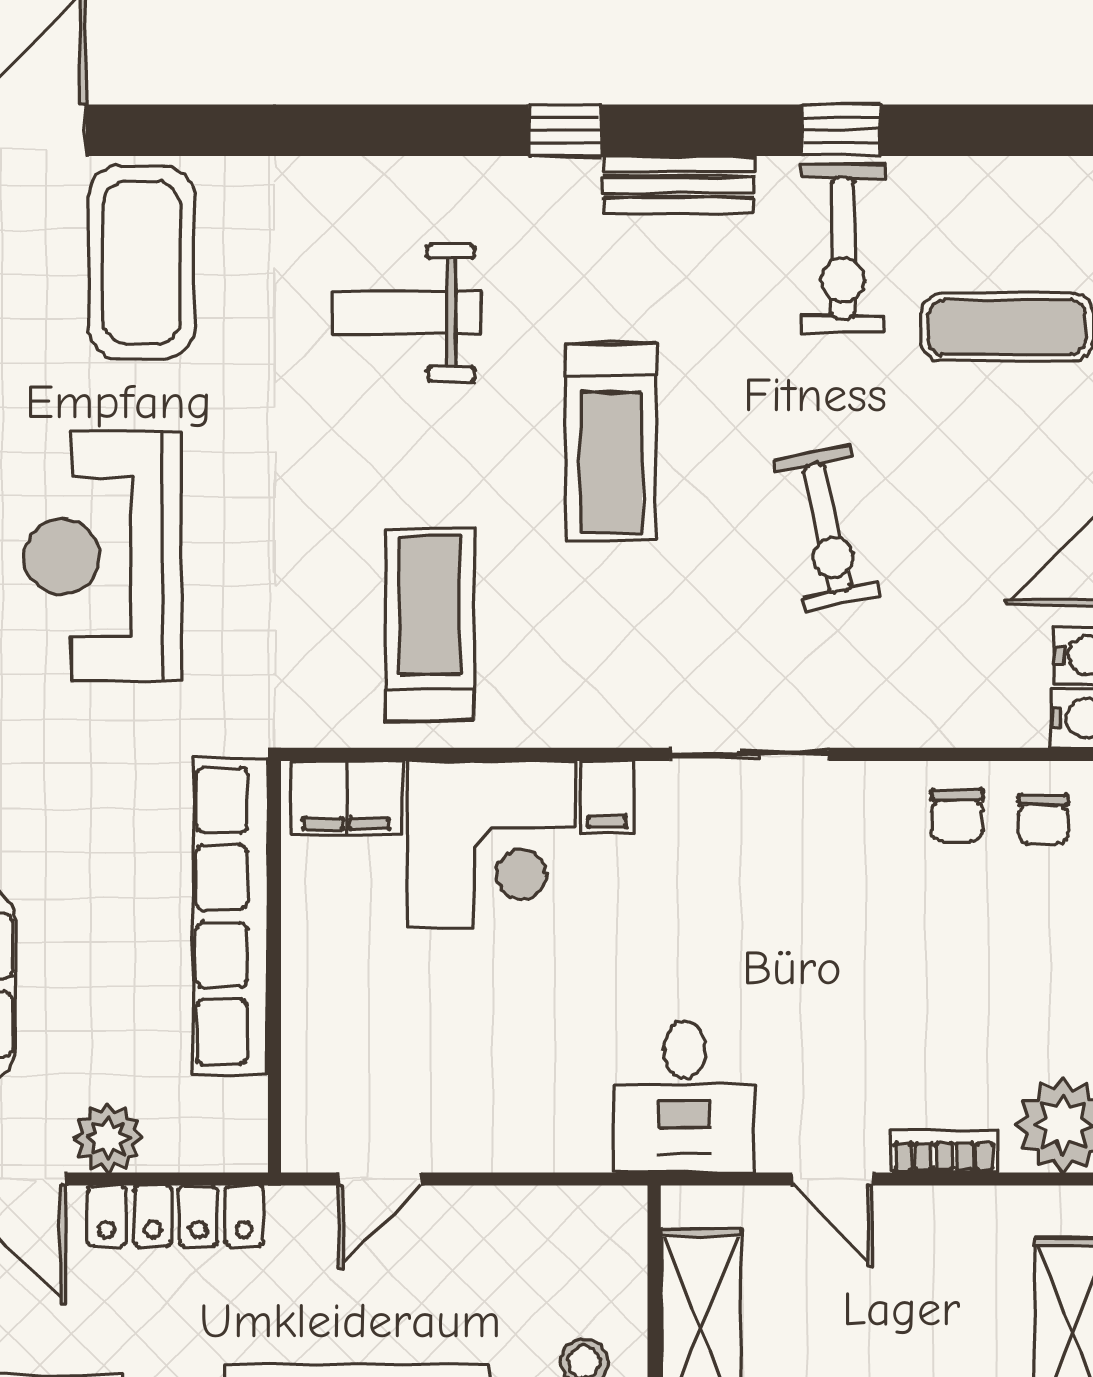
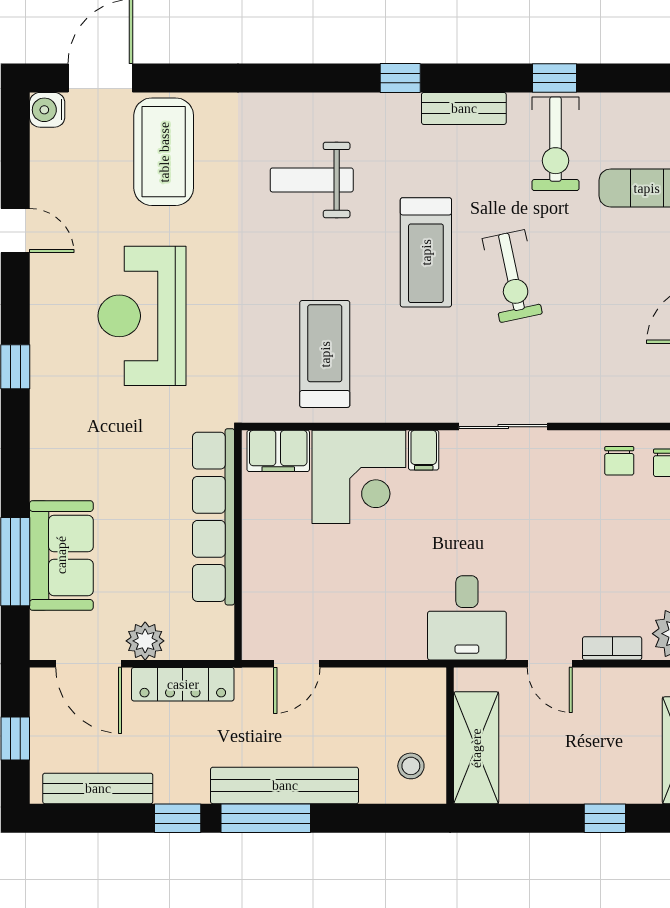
exercise bike: (827, 529) -> (512, 276), moved

